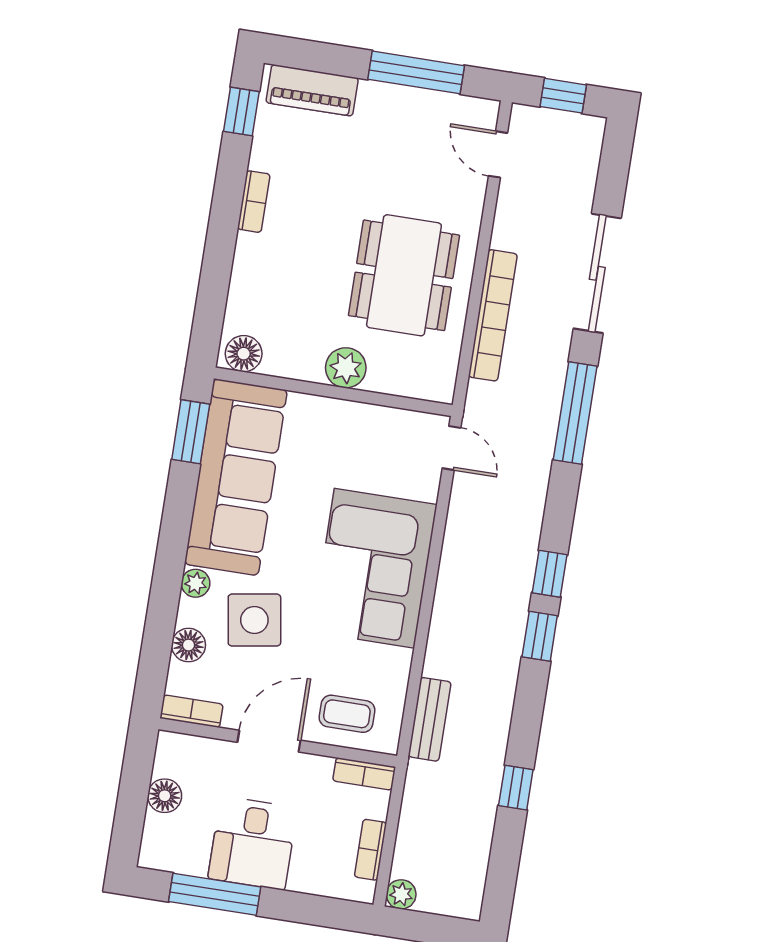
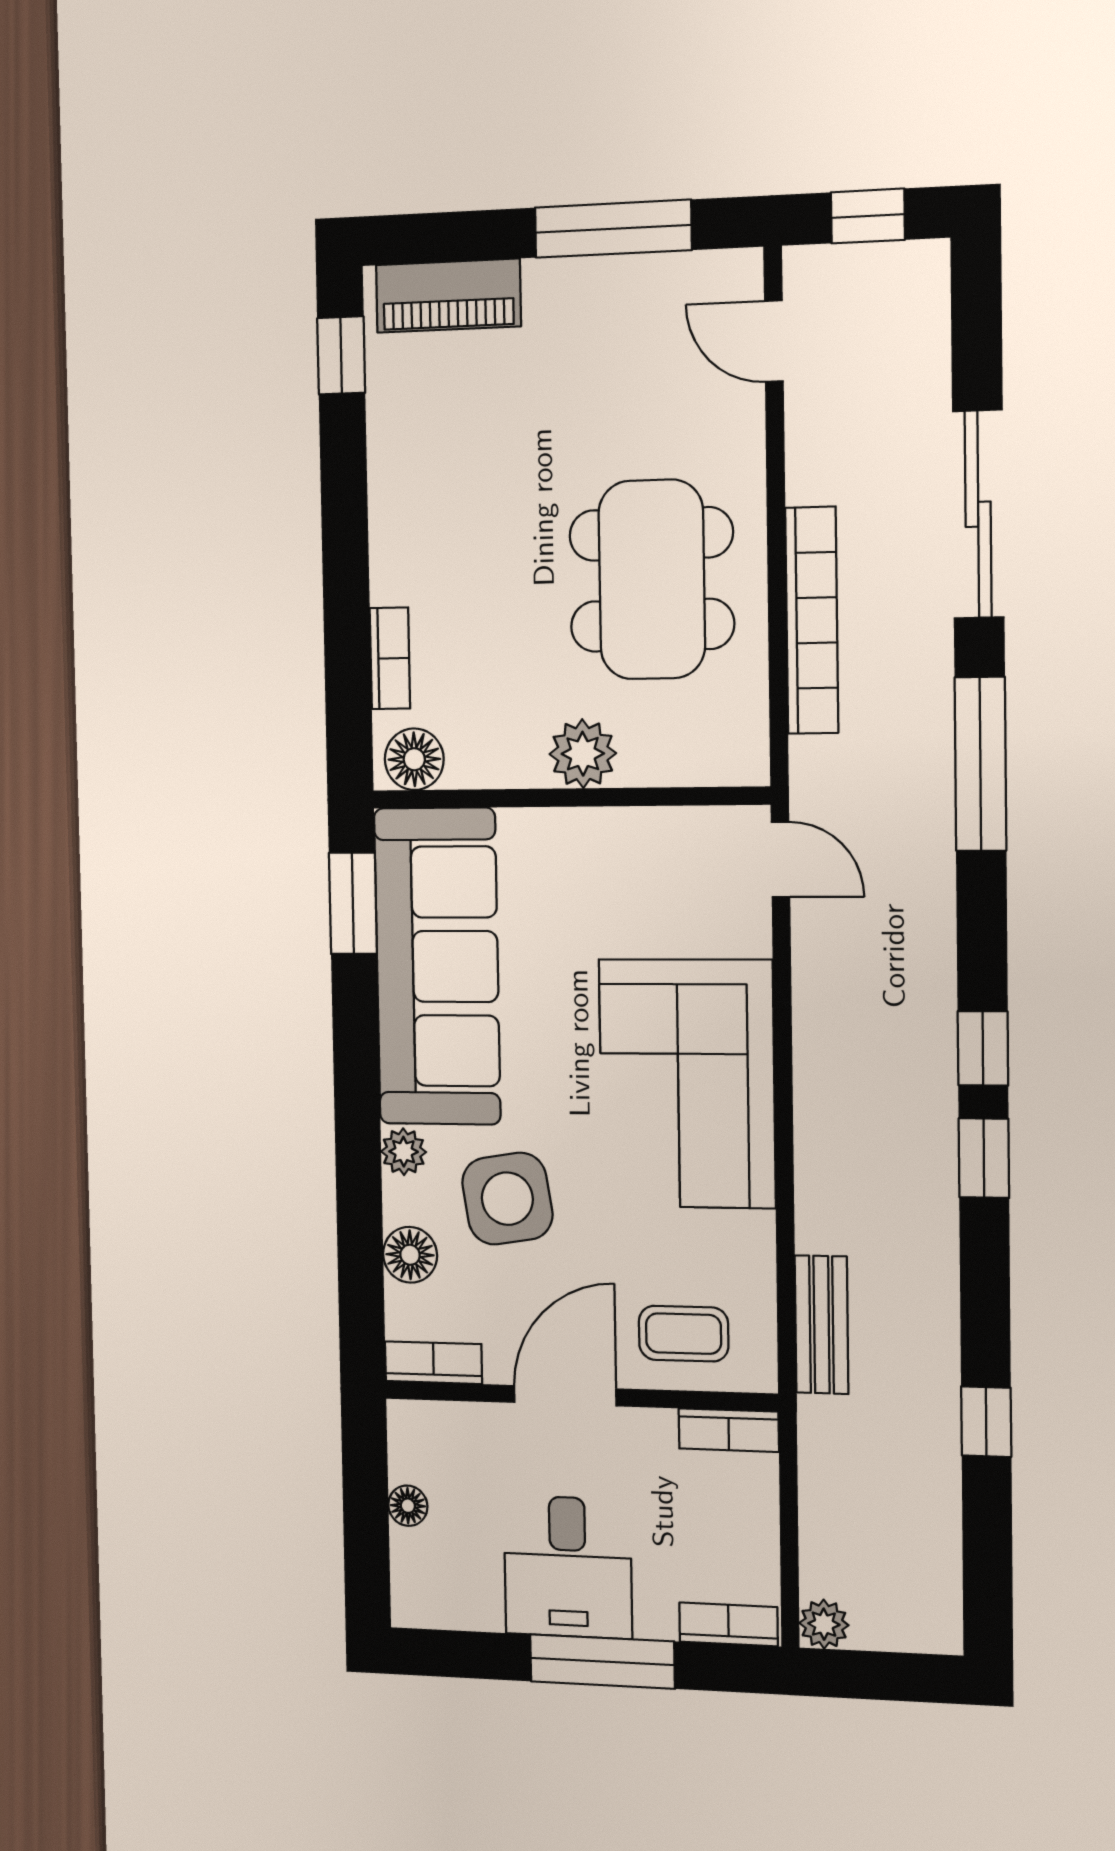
bookcase: (254, 202) -> (390, 658), moved
floor lamp: (165, 796) -> (408, 1506), width x0.73, depth x0.73
bookcase: (370, 850) -> (728, 1624), moved, turned 90
window: (215, 894) -> (602, 1661), moved

